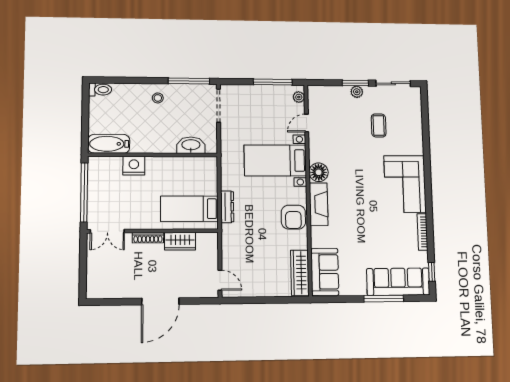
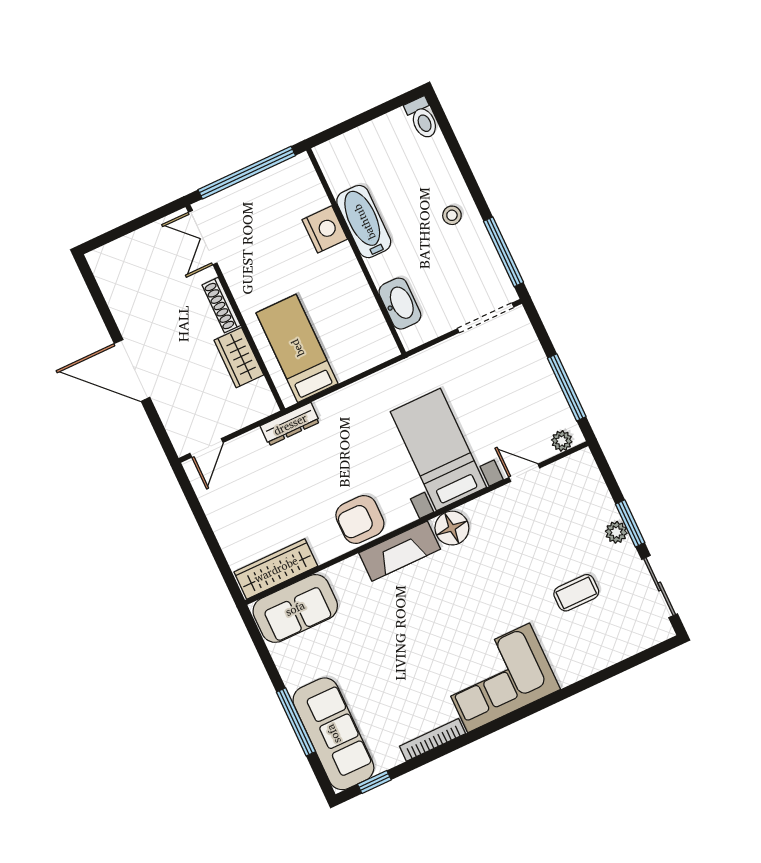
bathtub: (109, 144) -> (364, 222), moved
dresser: (227, 207) -> (290, 424), moved

